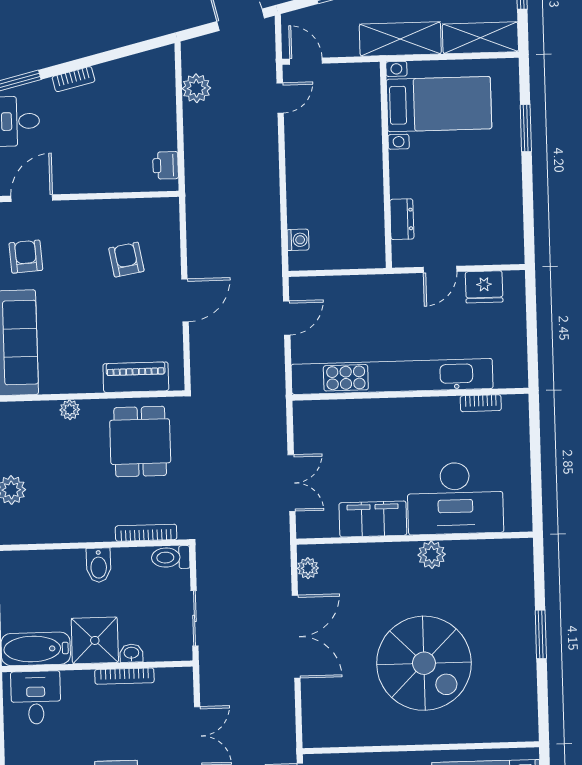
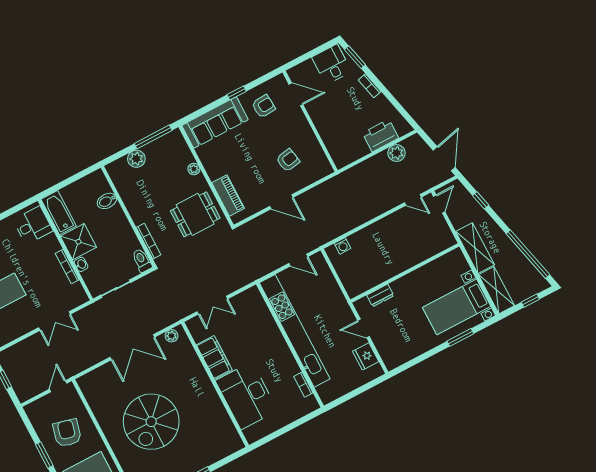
bed with nightstands: (439, 104) -> (457, 307), moved, turned 90
printer: (166, 165) -> (381, 135), moved, width x1.87, depth x1.48
plant: (432, 555) -> (211, 398), removed
bidet: (99, 565) -> (107, 201), moved

